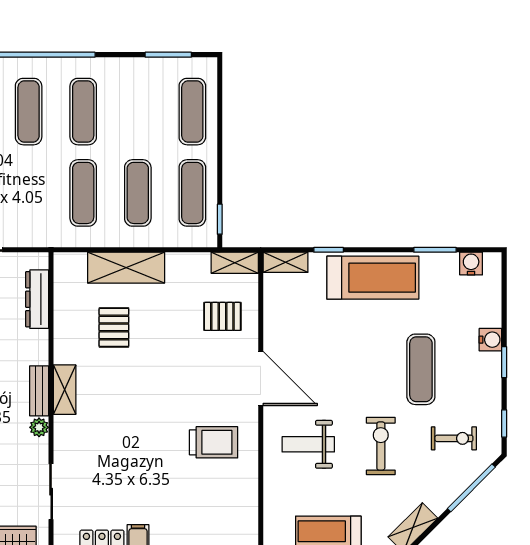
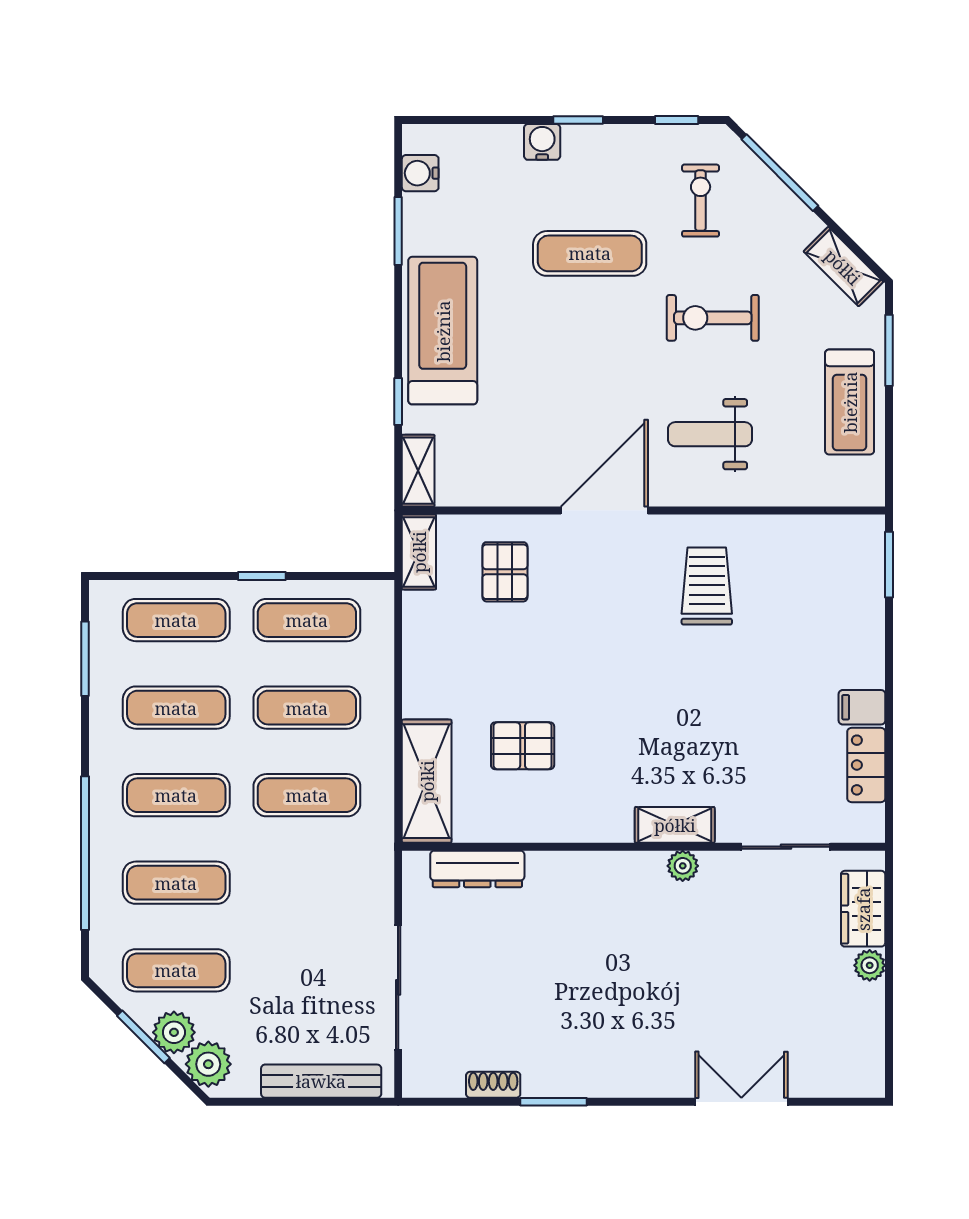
exercise mat: (138, 112) -> (176, 708), added
window: (220, 219) -> (262, 576), moved
shelving: (126, 268) -> (427, 781), moved
shelving: (65, 390) -> (675, 825), moved
bench: (39, 391) -> (624, 866), removed
weight bench: (308, 444) -> (710, 434), turned 90

